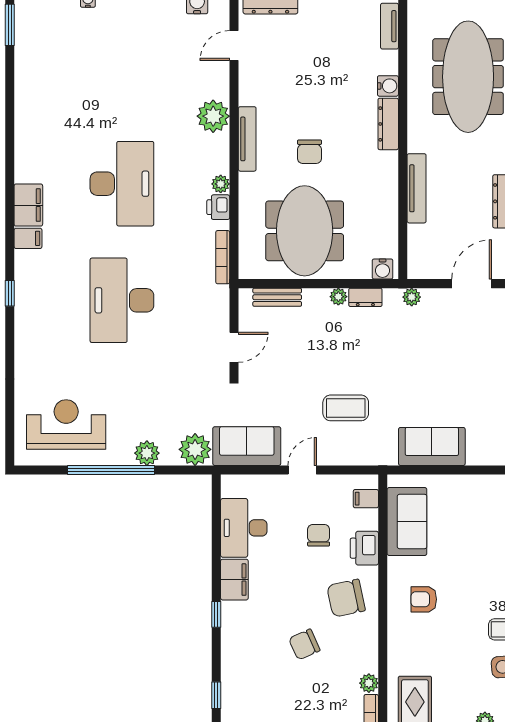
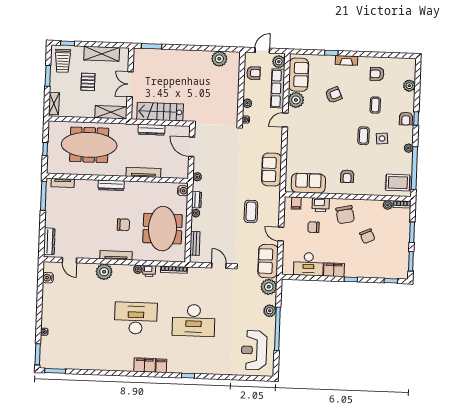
water cooler: (388, 86) -> (92, 185), removed
meeting table: (305, 231) -> (163, 229), turned 90

